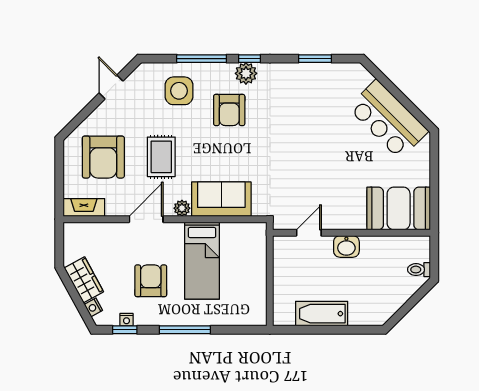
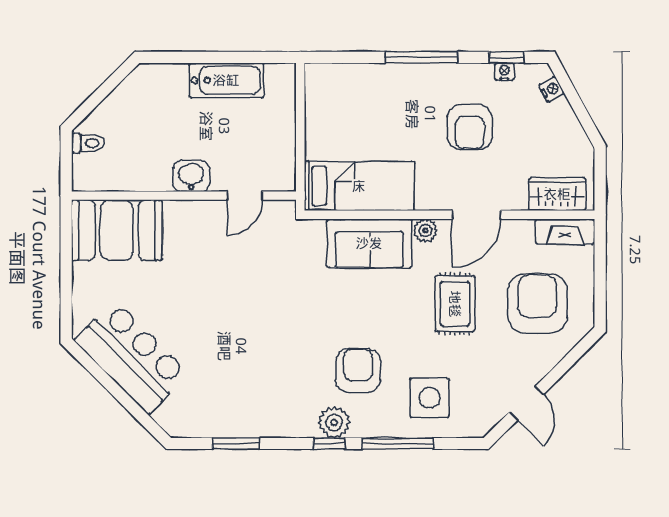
bed: (202, 261) -> (359, 186), moved, turned 90
wardrobe: (84, 280) -> (557, 194), moved, turned 119

